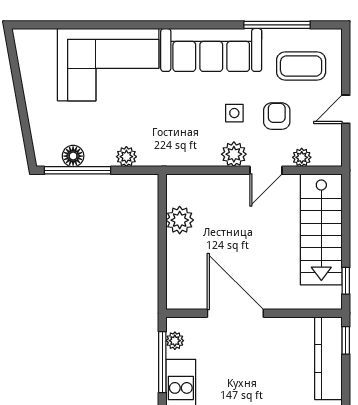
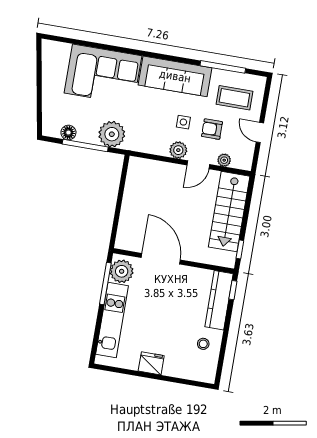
door: (346, 109) -> (260, 132), hinge flipped
armchair: (277, 116) -> (212, 129), turned -90
plant: (126, 157) -> (112, 134), width x1.88, depth x1.88
window: (78, 170) -> (85, 145), moved
plant: (180, 220) -> (134, 189), removed
plant: (175, 341) -> (122, 271), width x1.88, depth x1.88

